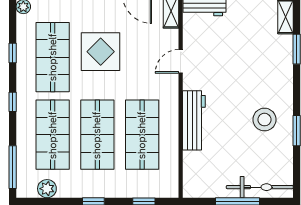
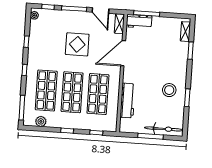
shop shelf: (53, 57) -> (49, 46), removed
door: (181, 61) -> (123, 53), width x1.87
workbench: (194, 120) -> (128, 100), moved

